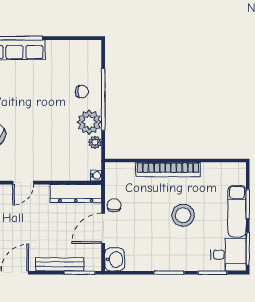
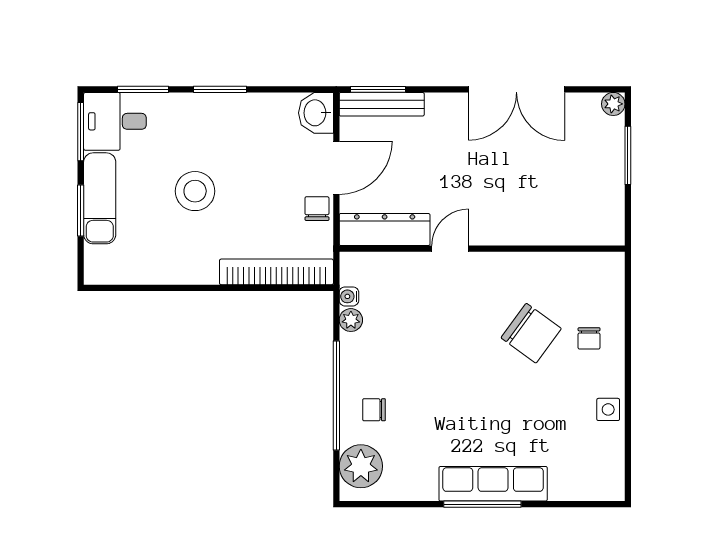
plant: (89, 122) -> (361, 466), moved
bookcase: (168, 170) -> (276, 272), moved
water cooler: (96, 175) -> (349, 296), moved
door: (23, 183) -> (450, 249), moved
chair: (114, 205) -> (317, 209), turned 180
bench: (60, 264) -> (382, 104), moved

